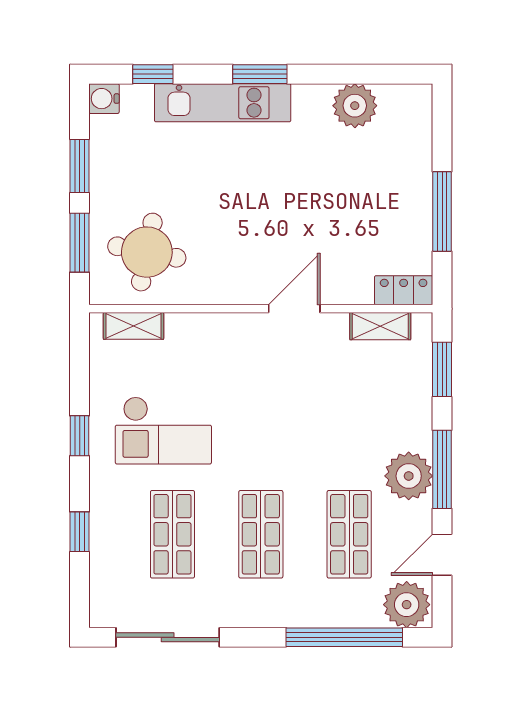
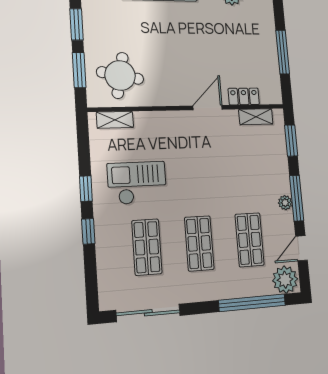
locker: (404, 290) -> (244, 96), moved
checkout: (163, 430) -> (137, 183), turned 180
plant: (409, 476) -> (285, 203), width x0.53, depth x0.53
window: (80, 532) -> (88, 231), moved

